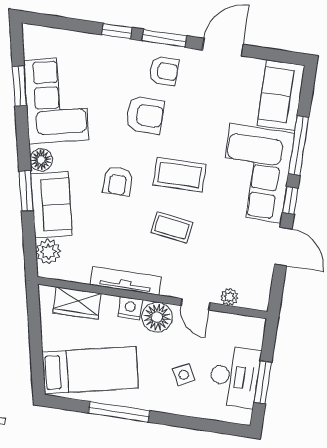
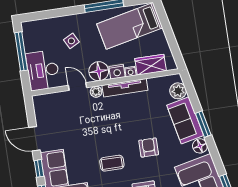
coffee table: (180, 175) -> (112, 163), width x0.73, depth x0.77
coffee table: (172, 227) -> (107, 129), removed
plant: (229, 297) -> (96, 92), moved
nightstand: (110, 302) -> (130, 71), added
desk: (234, 377) -> (43, 70), moved
window: (263, 382) -> (21, 51), width x1.44

